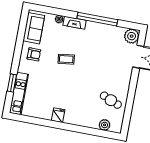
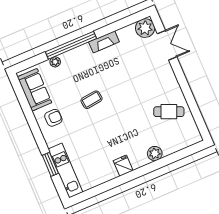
window: (97, 19) -> (71, 45), moved
fireplace: (75, 23) -> (104, 42), moved
plant: (105, 125) -> (155, 154), moved

